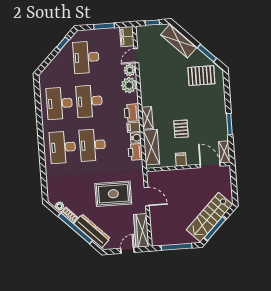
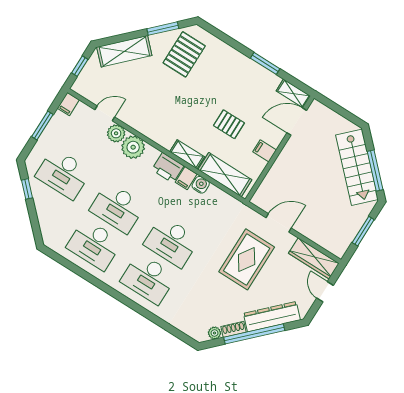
filing cabinet: (127, 37) -> (68, 104), width x0.50
door: (136, 56) -> (105, 113), swing flipped
printer: (135, 152) -> (217, 198), removed
window: (177, 247) -> (363, 231), width x0.69

